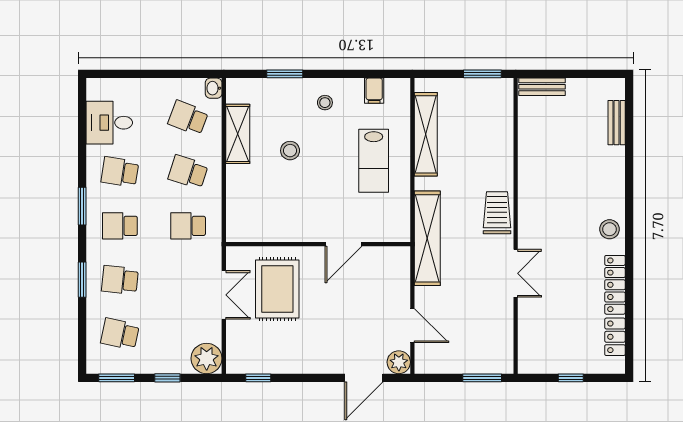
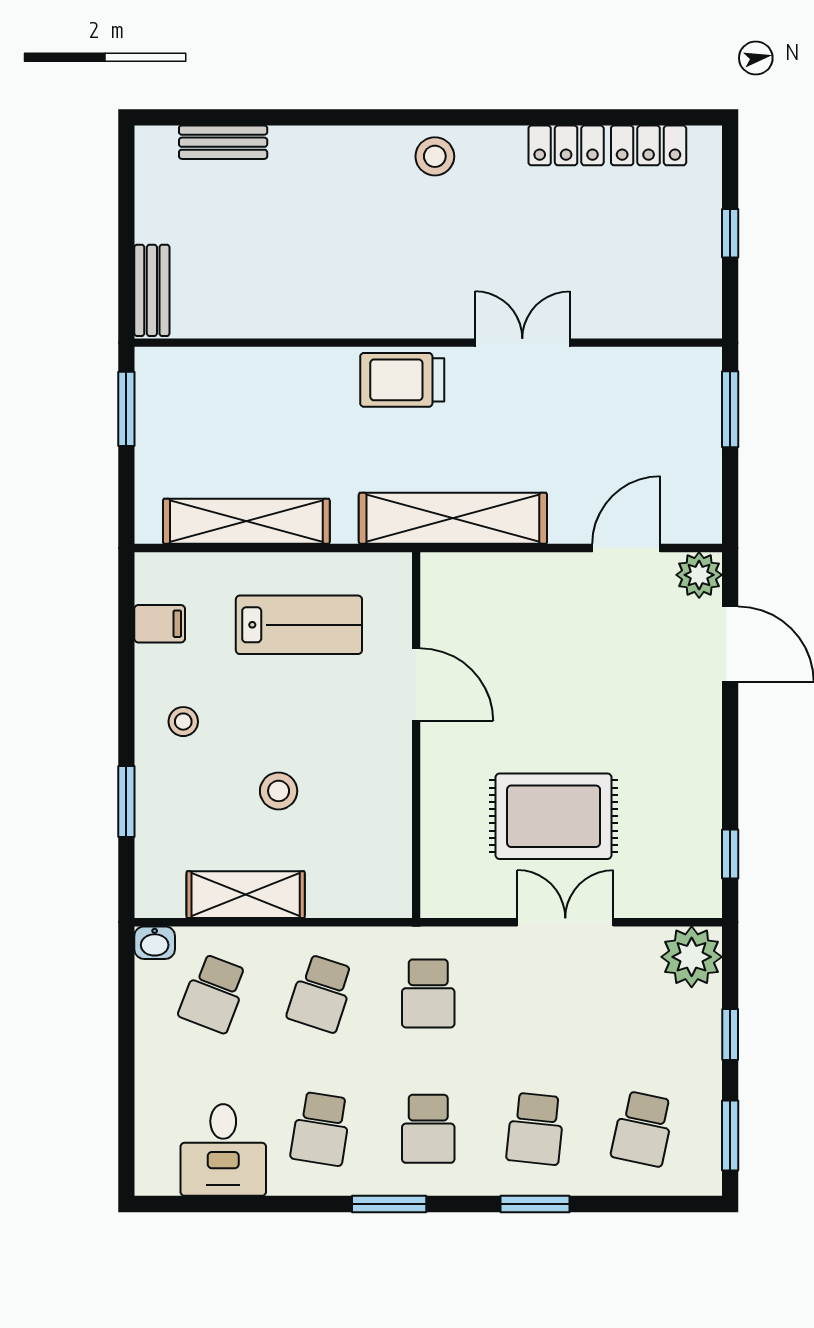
wall: (318, 244) -> (416, 735), moved
door: (344, 244) -> (416, 685), moved
locker: (615, 285) -> (566, 145), width x0.66

